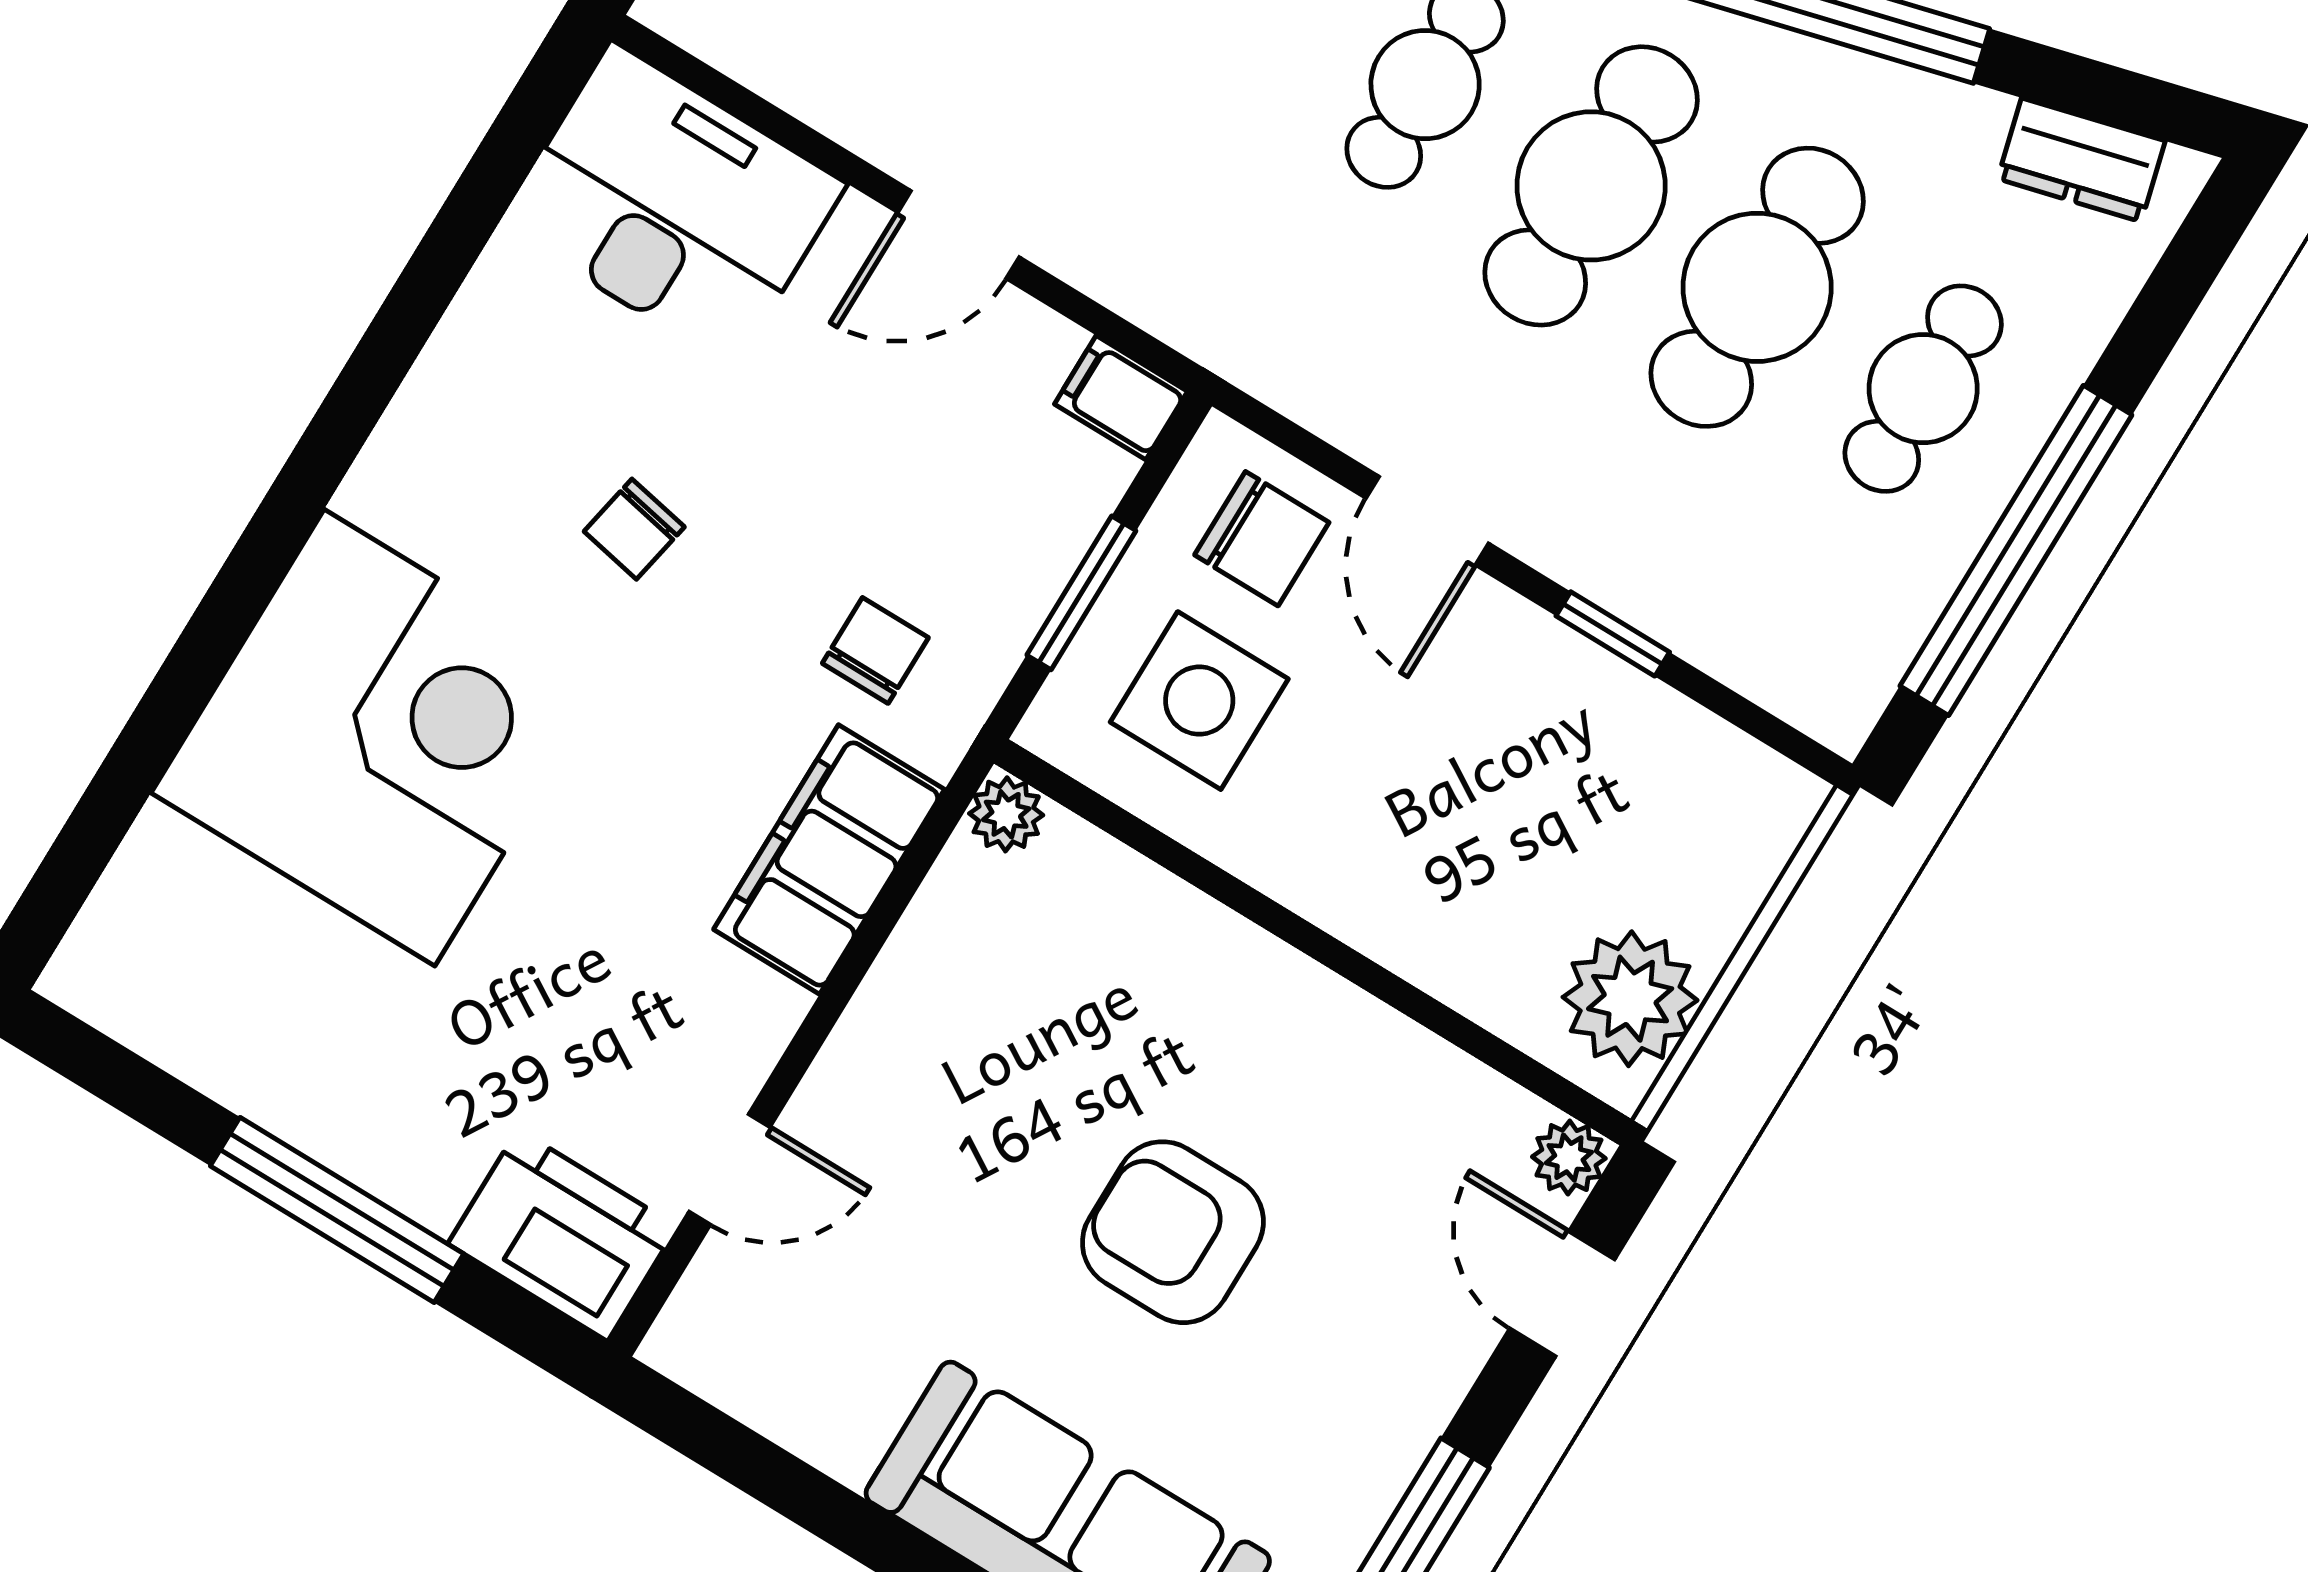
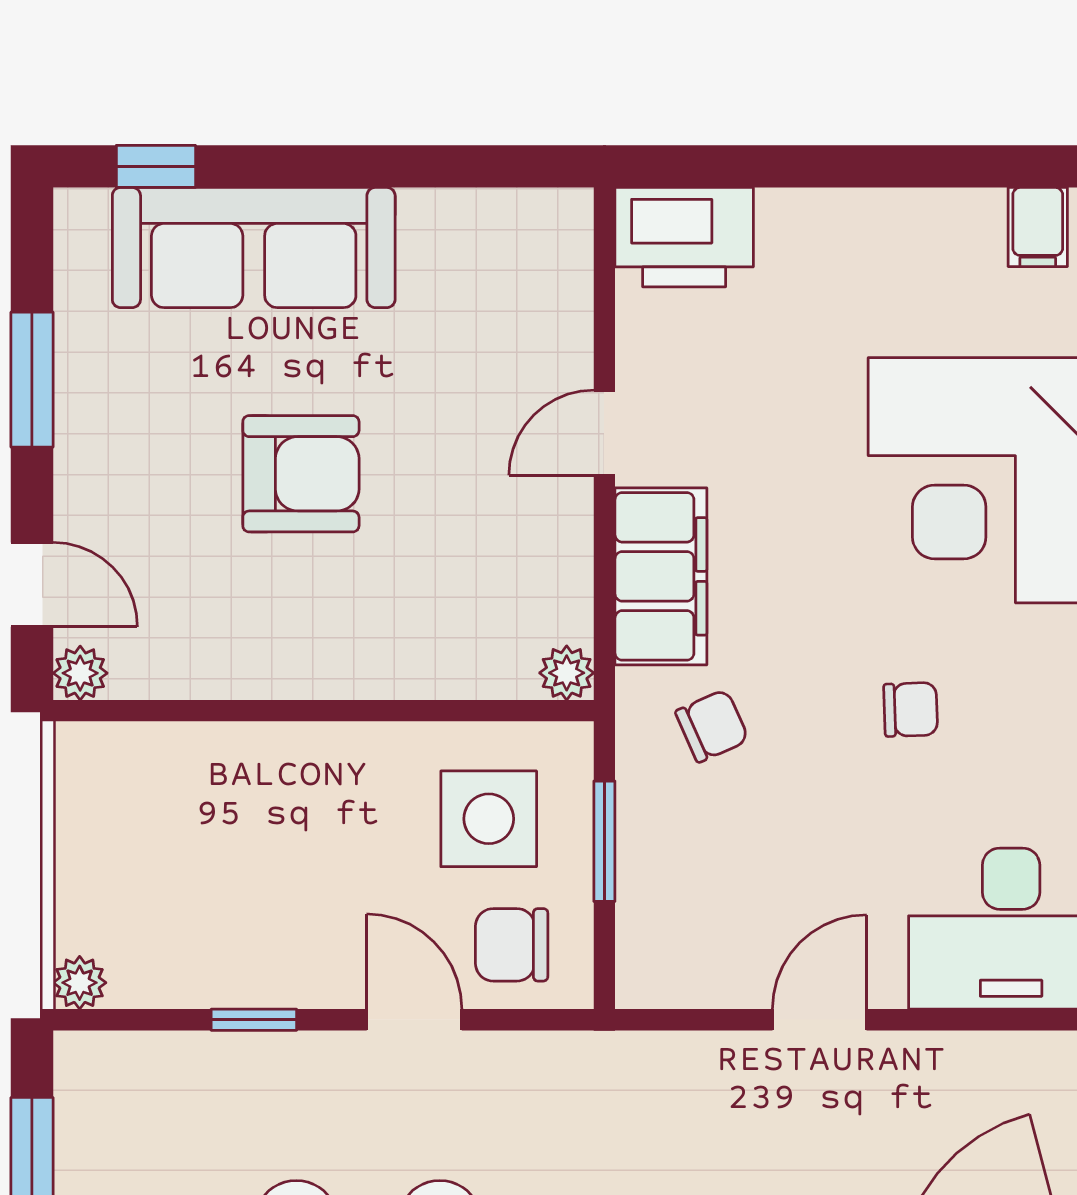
filing cabinet: (1121, 398) -> (1038, 227), moved, turned 90
chair: (634, 529) -> (911, 709), turned 77
chair: (875, 650) -> (712, 726), turned -114
plant: (1630, 999) -> (80, 983), moved, width x0.53, depth x0.53
door: (730, 1169) -> (604, 433), moved
window: (337, 1210) -> (836, 166), removed

